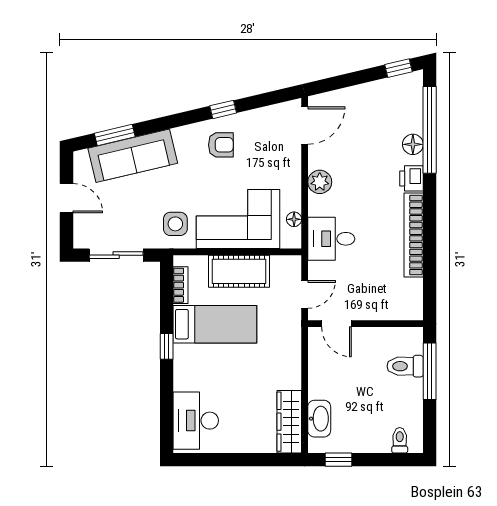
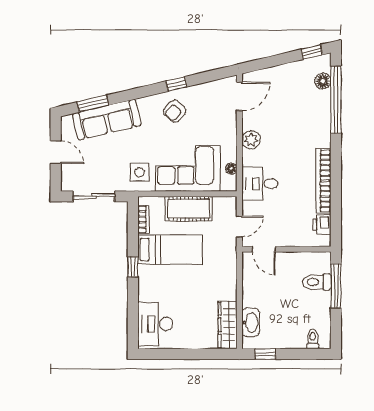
floor lamp: (413, 144) -> (323, 81), moved
armchair: (221, 145) -> (175, 111), turned 132
printer: (412, 178) -> (322, 224), moved

